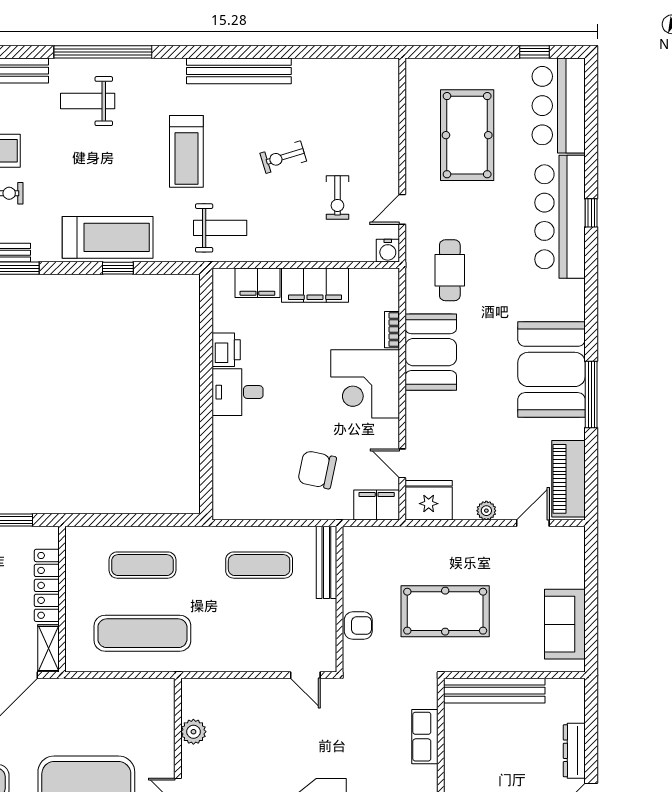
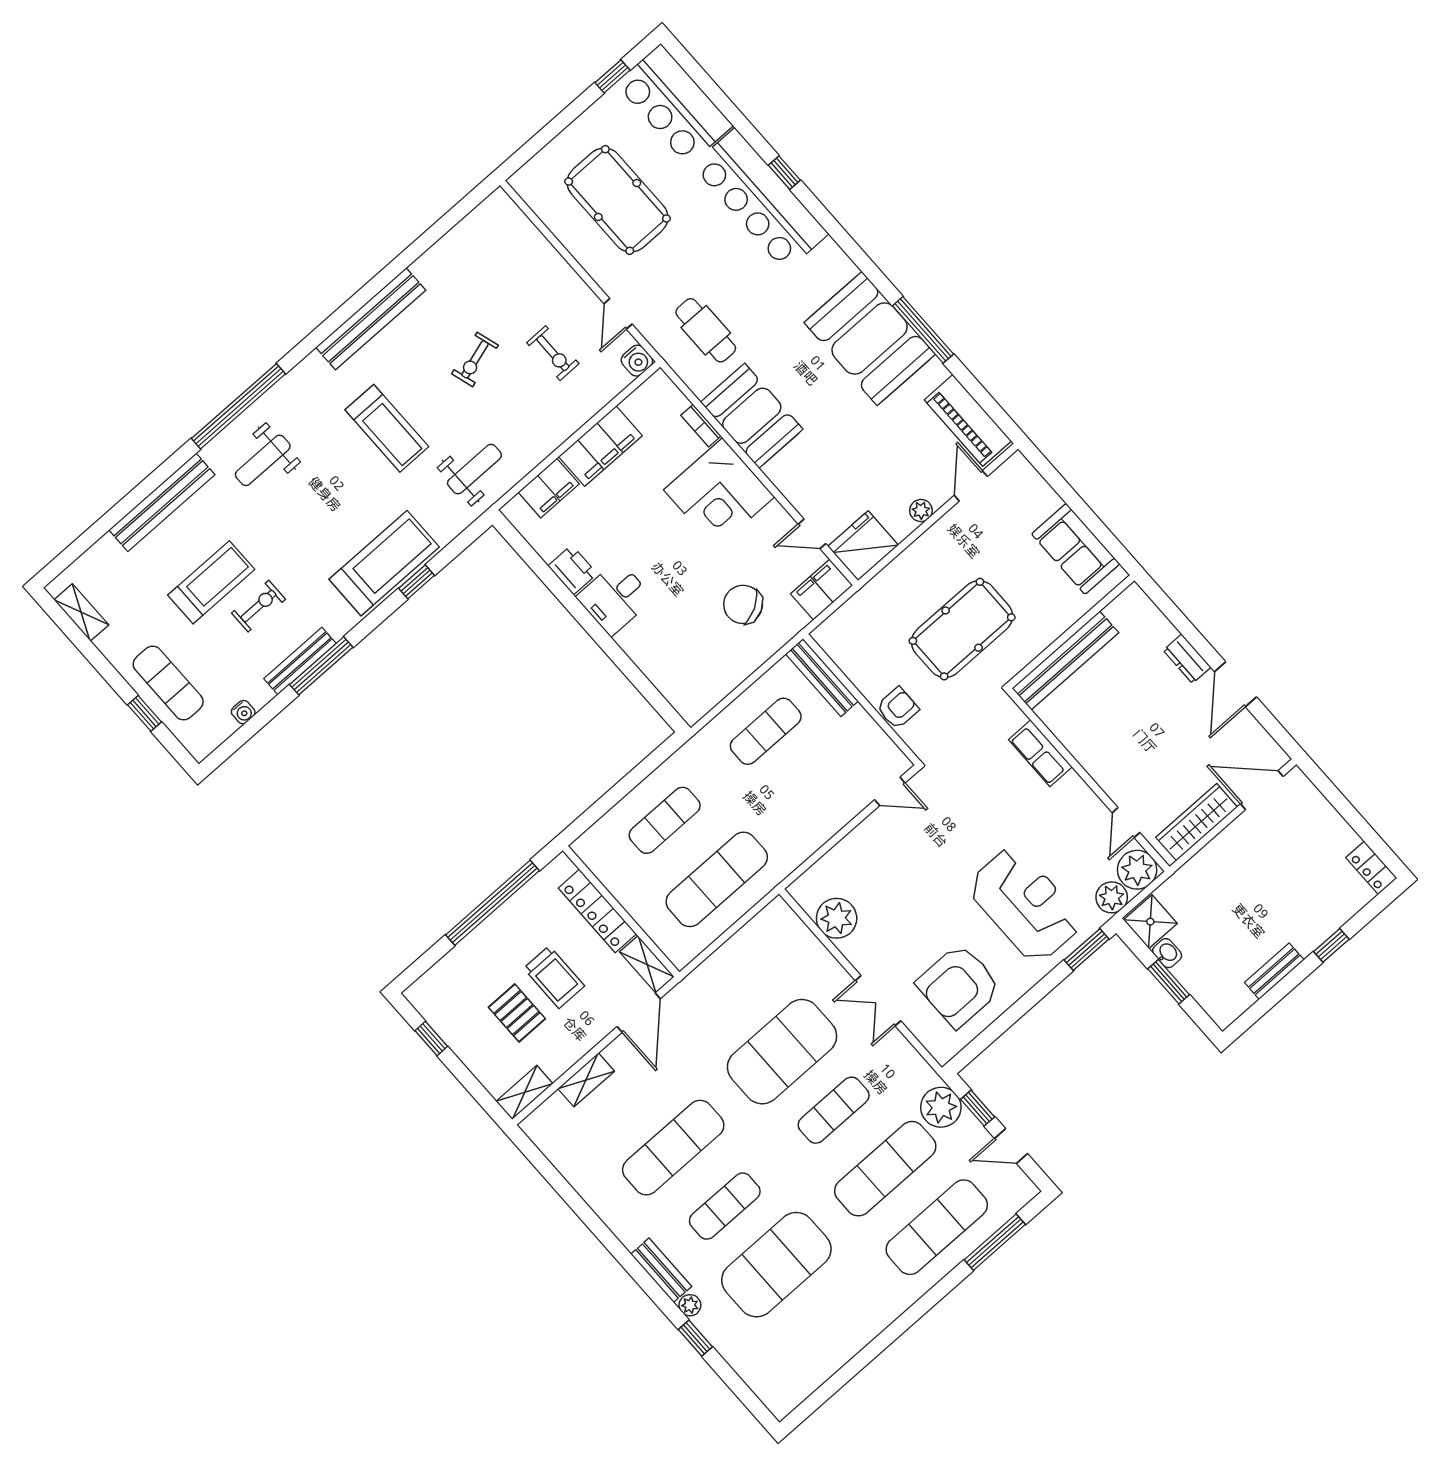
chair: (317, 470) -> (743, 604), turned 49
plant: (193, 732) -> (837, 918), width x1.36, depth x1.36
dresser: (574, 751) -> (1187, 659), width x0.70

